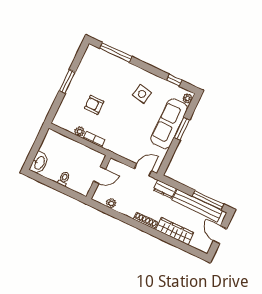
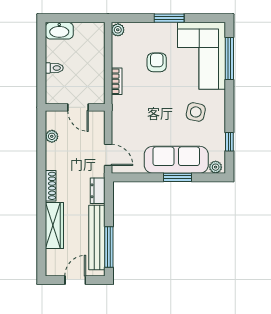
corner sofa: (104, 71) -> (202, 56), added
plant: (80, 131) -> (118, 30), moved

